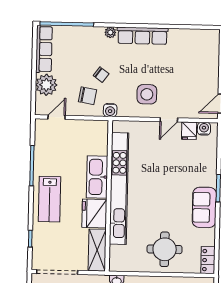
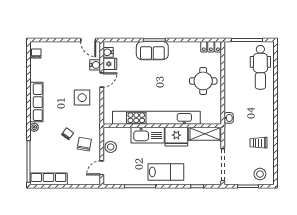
chair: (204, 37) -> (36, 54), added
plant: (46, 85) -> (76, 176), removed
water cooler: (110, 110) -> (95, 65), moved
door: (57, 117) -> (102, 168), hinge flipped
door: (169, 120) -> (102, 80), hinge flipped
stool: (83, 129) -> (111, 147), added
sofa: (204, 207) -> (152, 51), moved

